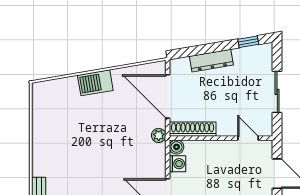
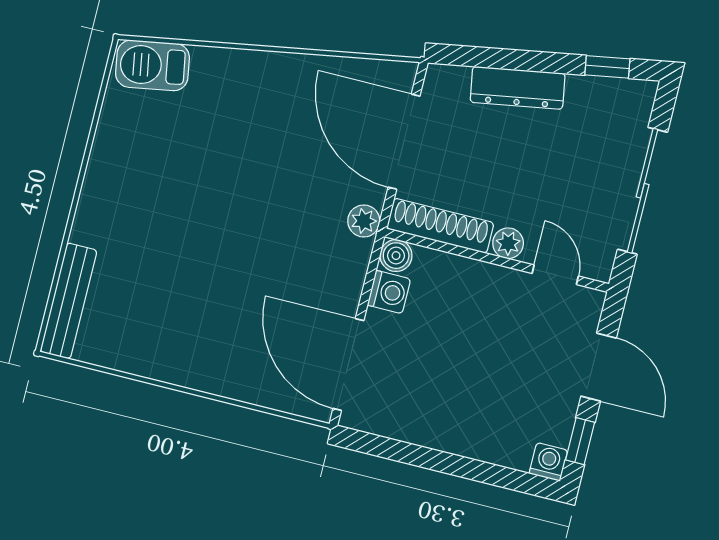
barbecue: (95, 83) -> (152, 65), moved
sliding door: (277, 92) -> (643, 191), width x1.37
plant: (224, 129) -> (508, 243), added

